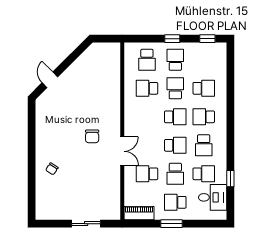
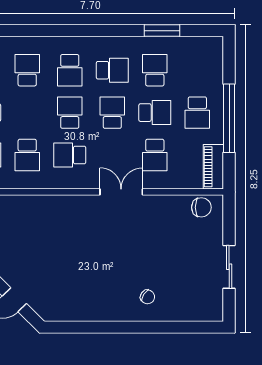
school desk: (175, 88) -> (70, 155), moved
chair: (92, 136) -> (201, 207), moved
window: (230, 179) -> (162, 31), width x1.50
desk: (213, 197) -> (190, 57), removed
sliding door: (86, 224) -> (229, 267), moved
window: (171, 224) -> (229, 118), width x2.11

